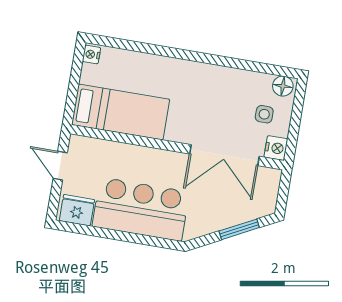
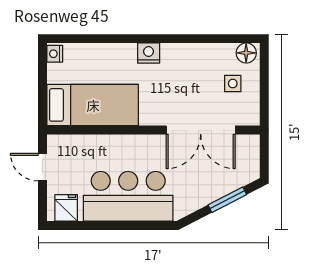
nightstand: (276, 148) -> (149, 53), moved, turned -90
fridge: (77, 210) -> (66, 208), width x0.72

